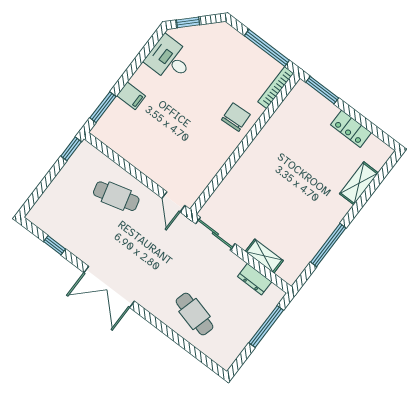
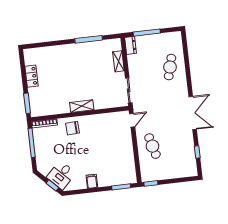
desk: (169, 59) -> (61, 175), moved, turned 45
filing cabinet: (131, 96) -> (92, 181), moved
shelving: (359, 183) -> (82, 106), moved
dresser: (255, 279) -> (131, 45), moved

